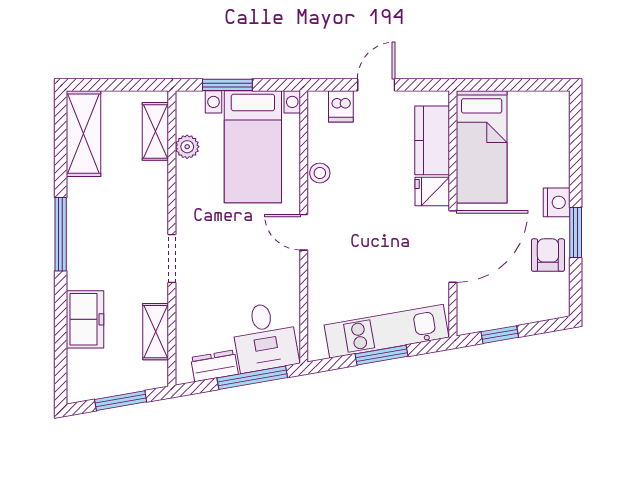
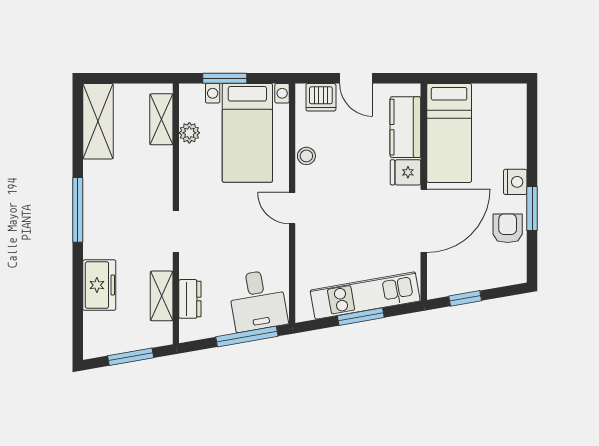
door: (376, 85) -> (356, 78), swing flipped
dishwasher: (341, 106) -> (321, 97), width x1.38
dresser: (214, 366) -> (190, 299), moved, turned 100

